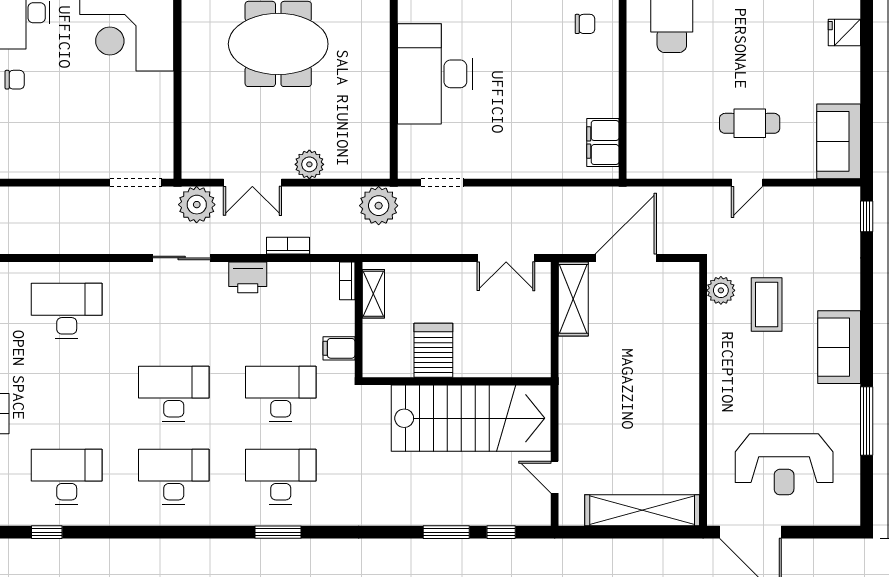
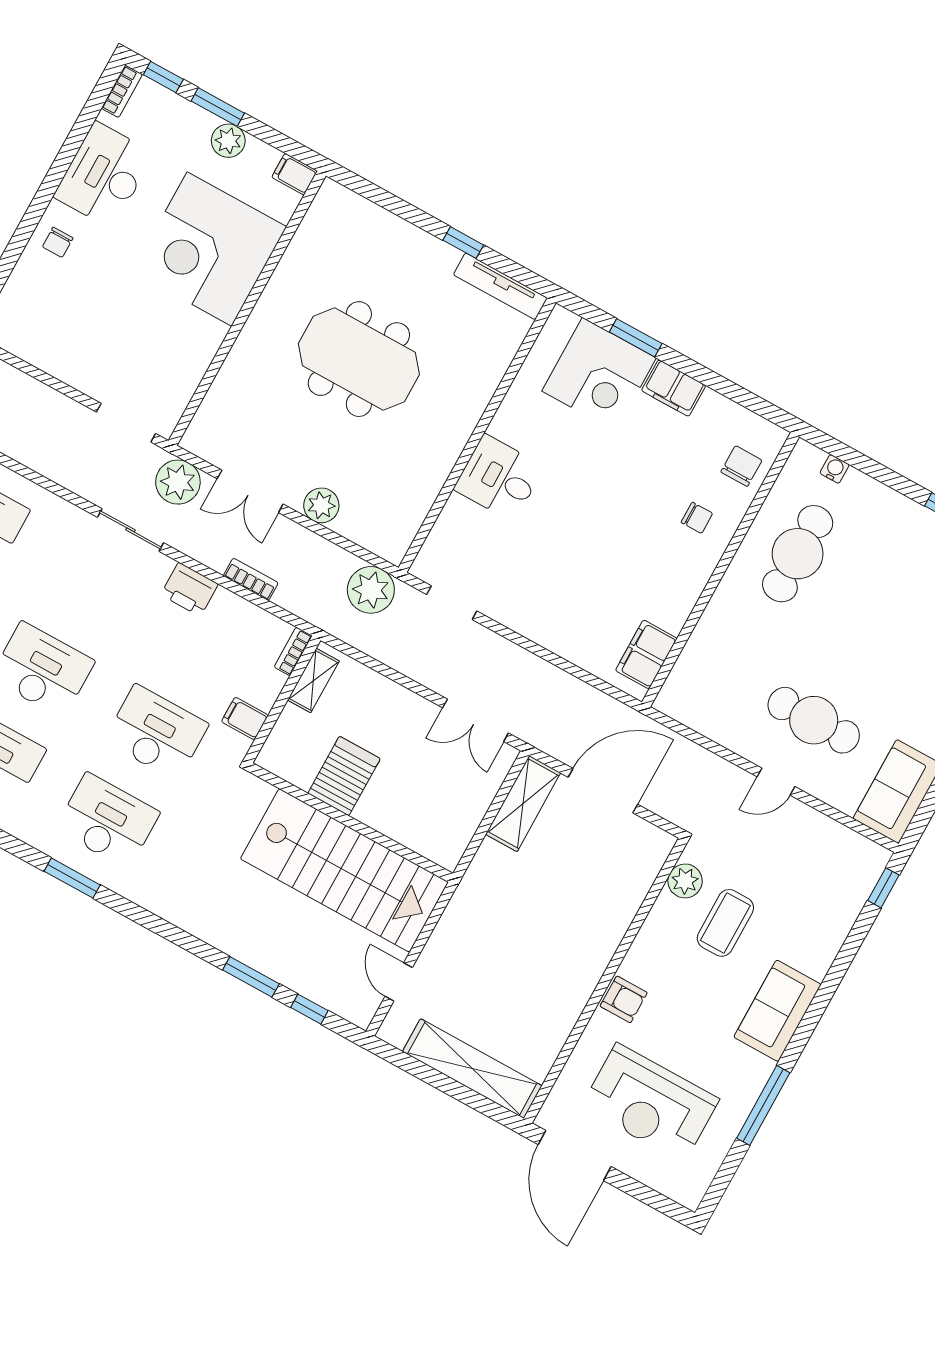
desk: (435, 74) -> (499, 478), width x0.53, depth x0.77
chair: (15, 80) -> (58, 242), turned 90
cafe table: (750, 123) -> (814, 720), width x1.37, depth x1.35
armchair: (724, 400) -> (624, 999), added

